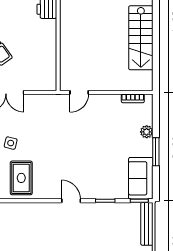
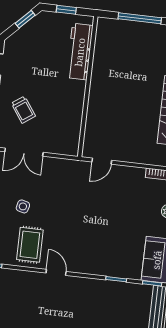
door: (71, 201) -> (56, 272), moved

